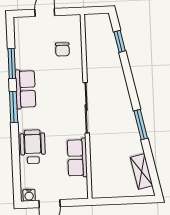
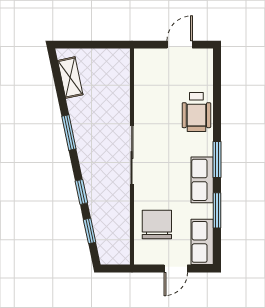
chair: (62, 49) -> (157, 224), width x1.87, depth x1.87
window: (128, 74) -> (81, 192), added
row of seats: (77, 158) -> (202, 242), moved, turned 180
water cooler: (29, 195) -> (203, 55), removed

